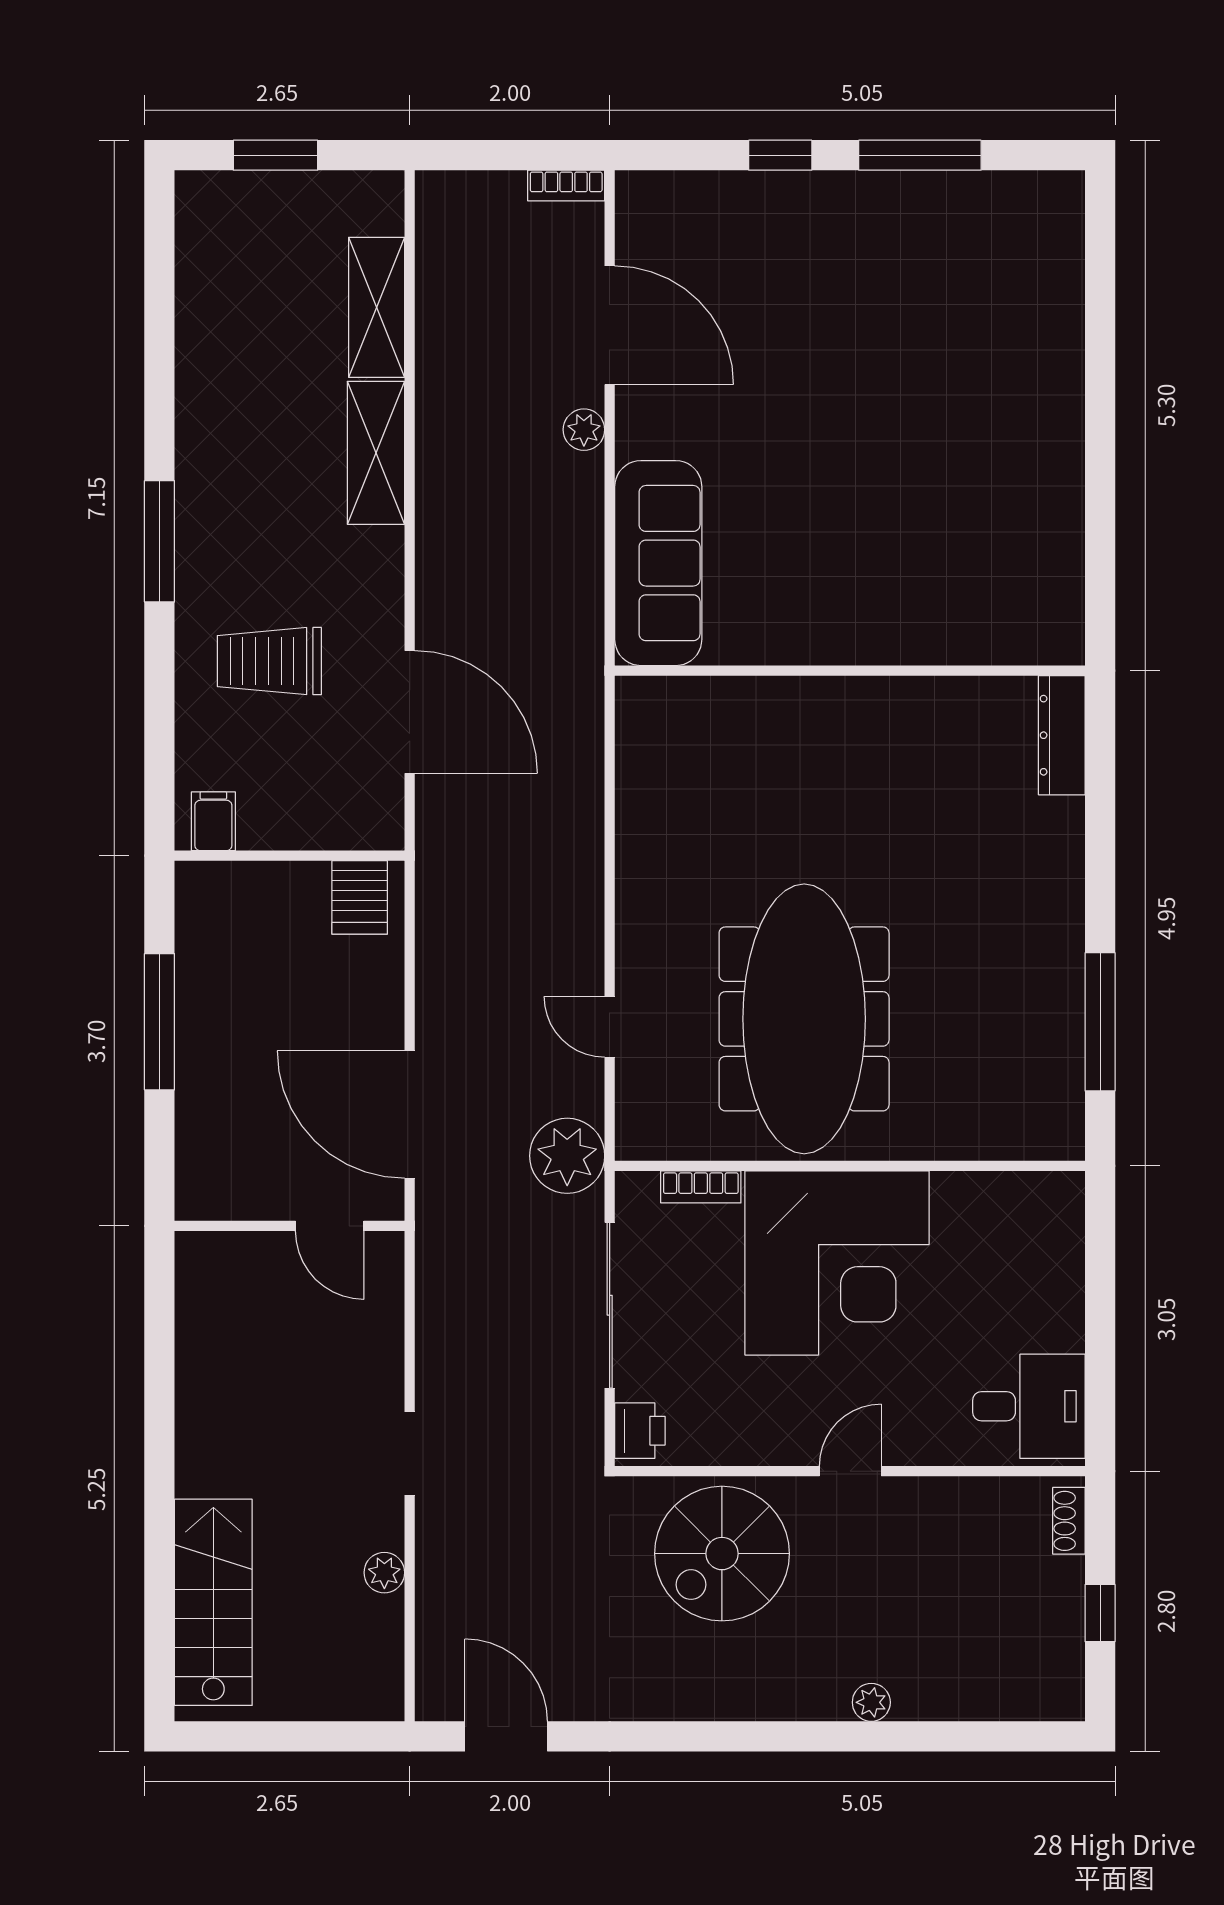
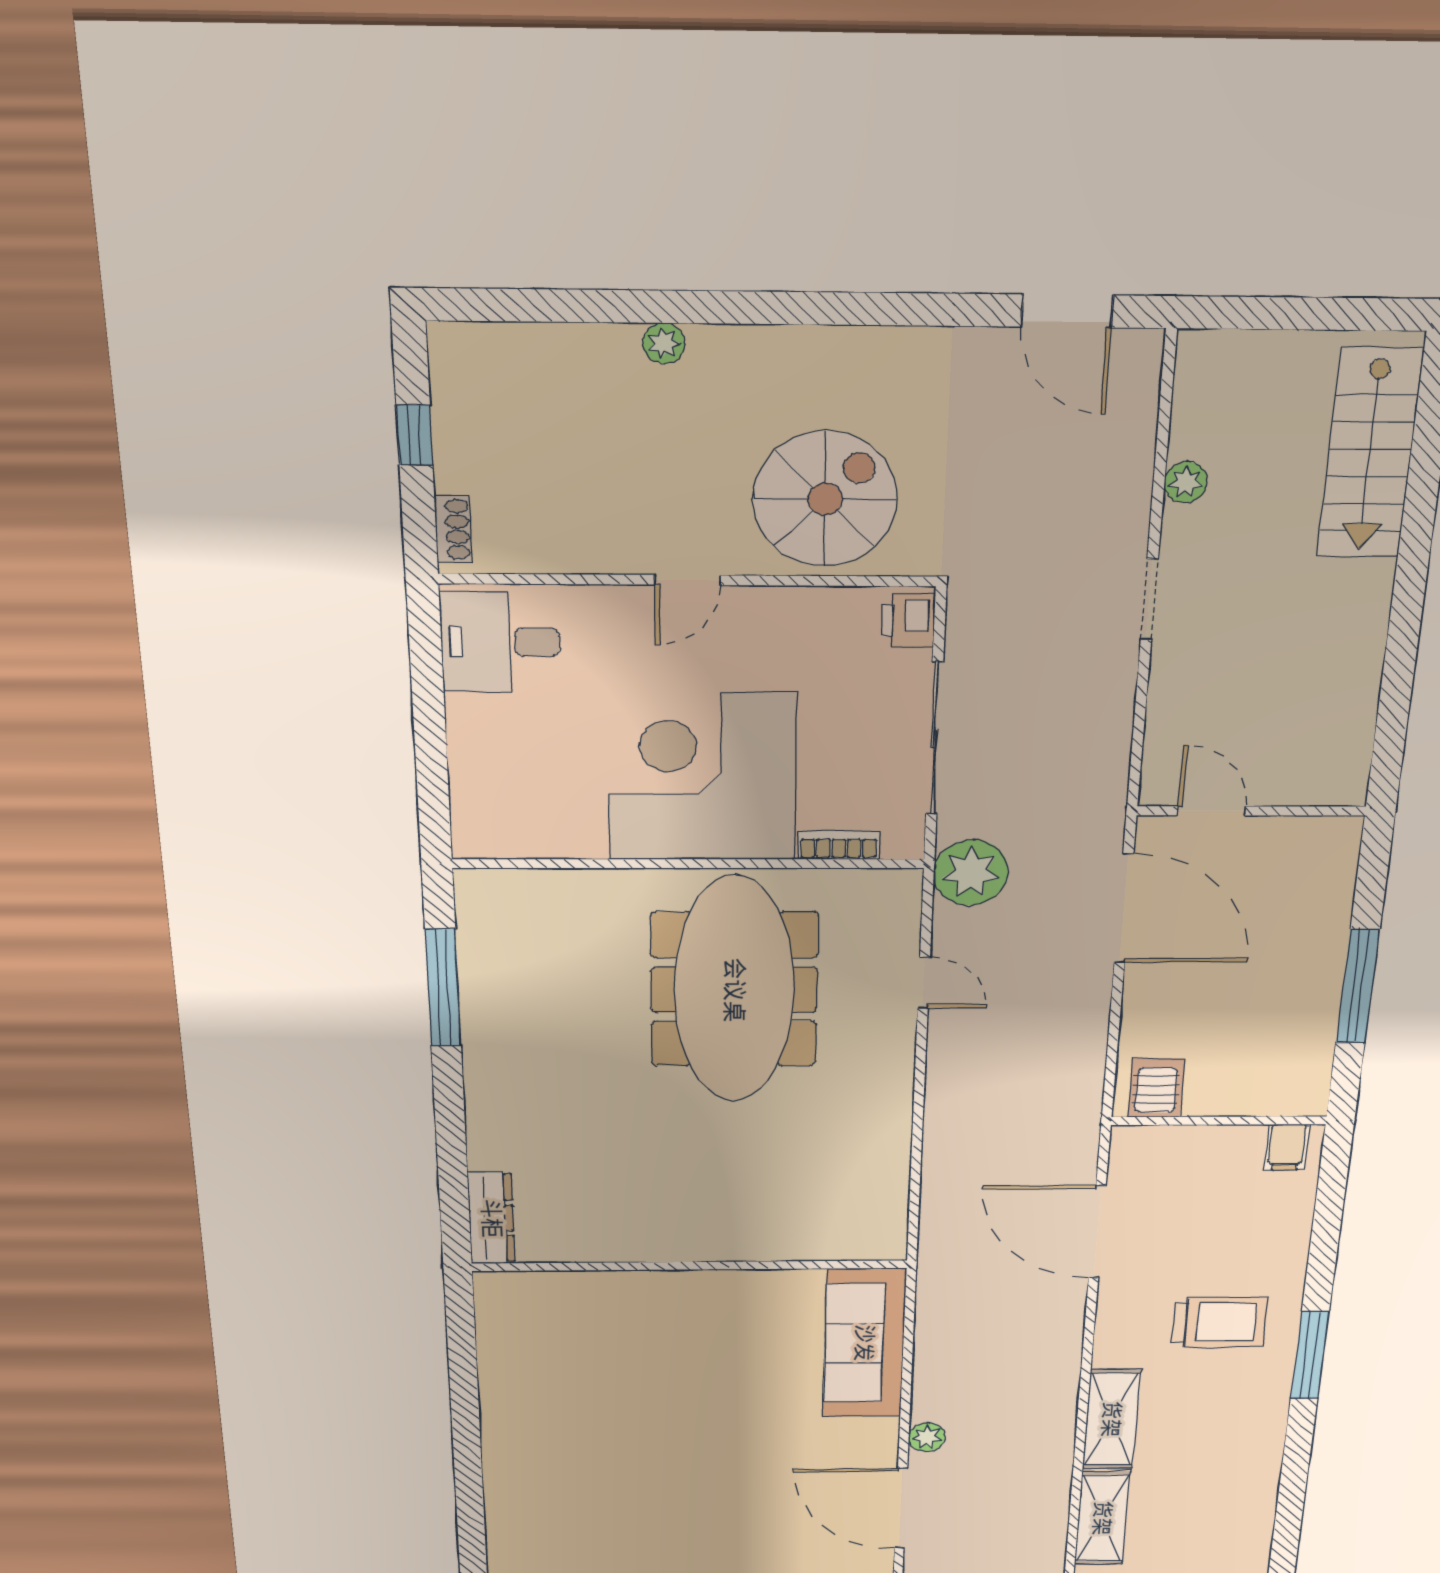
trolley: (269, 661) -> (1220, 1322), moved

